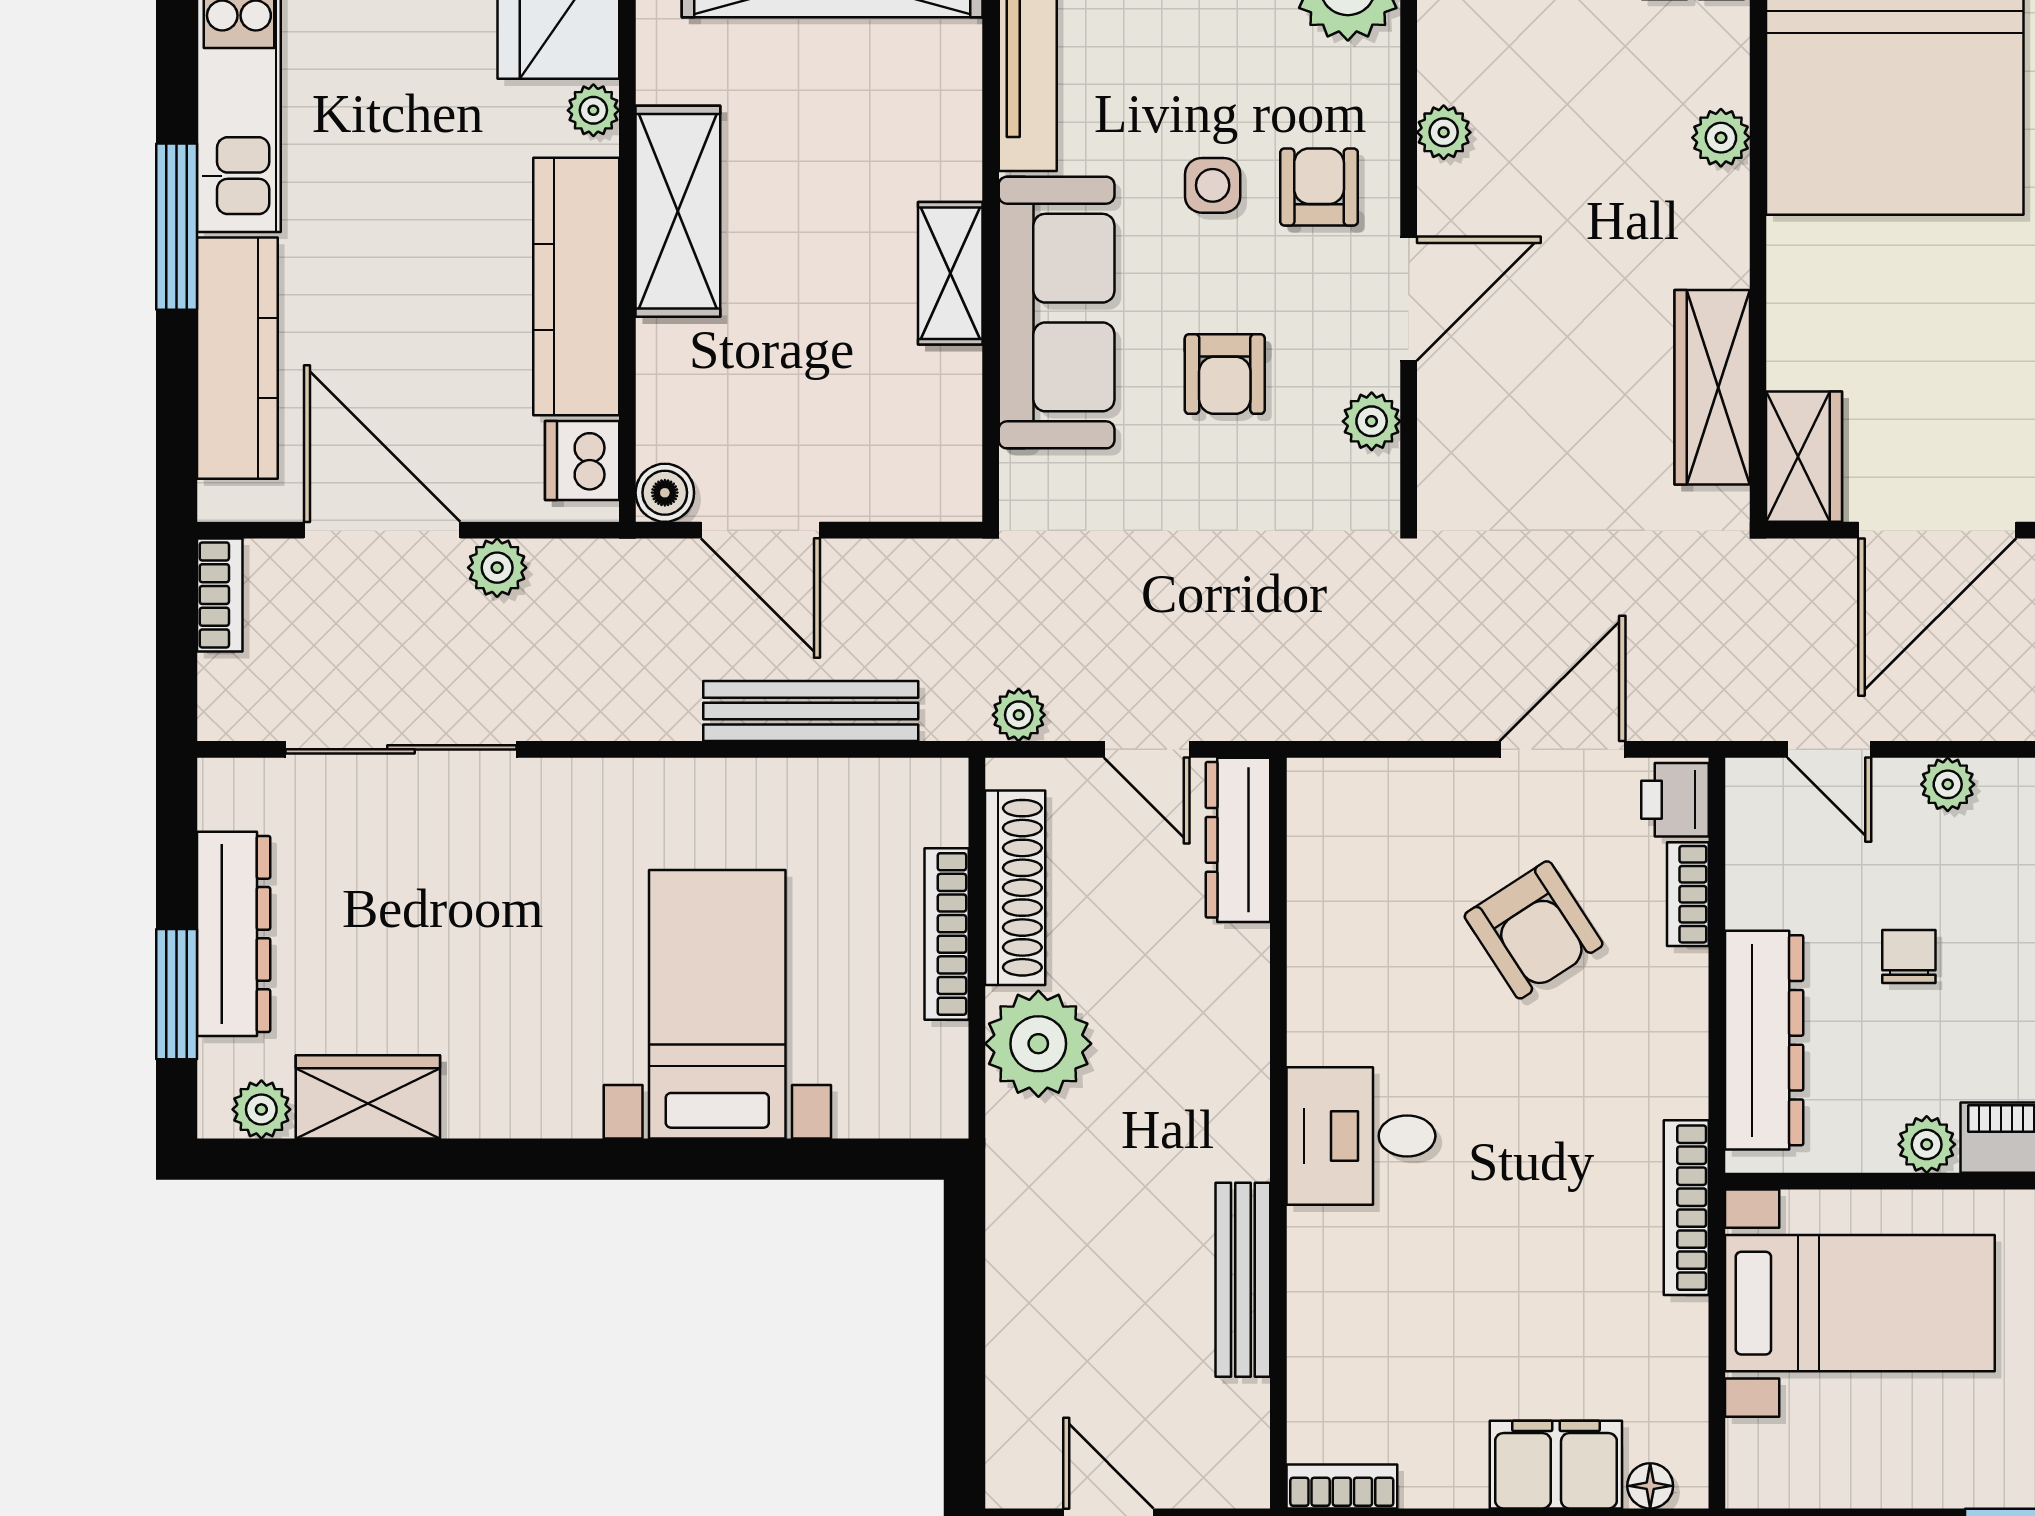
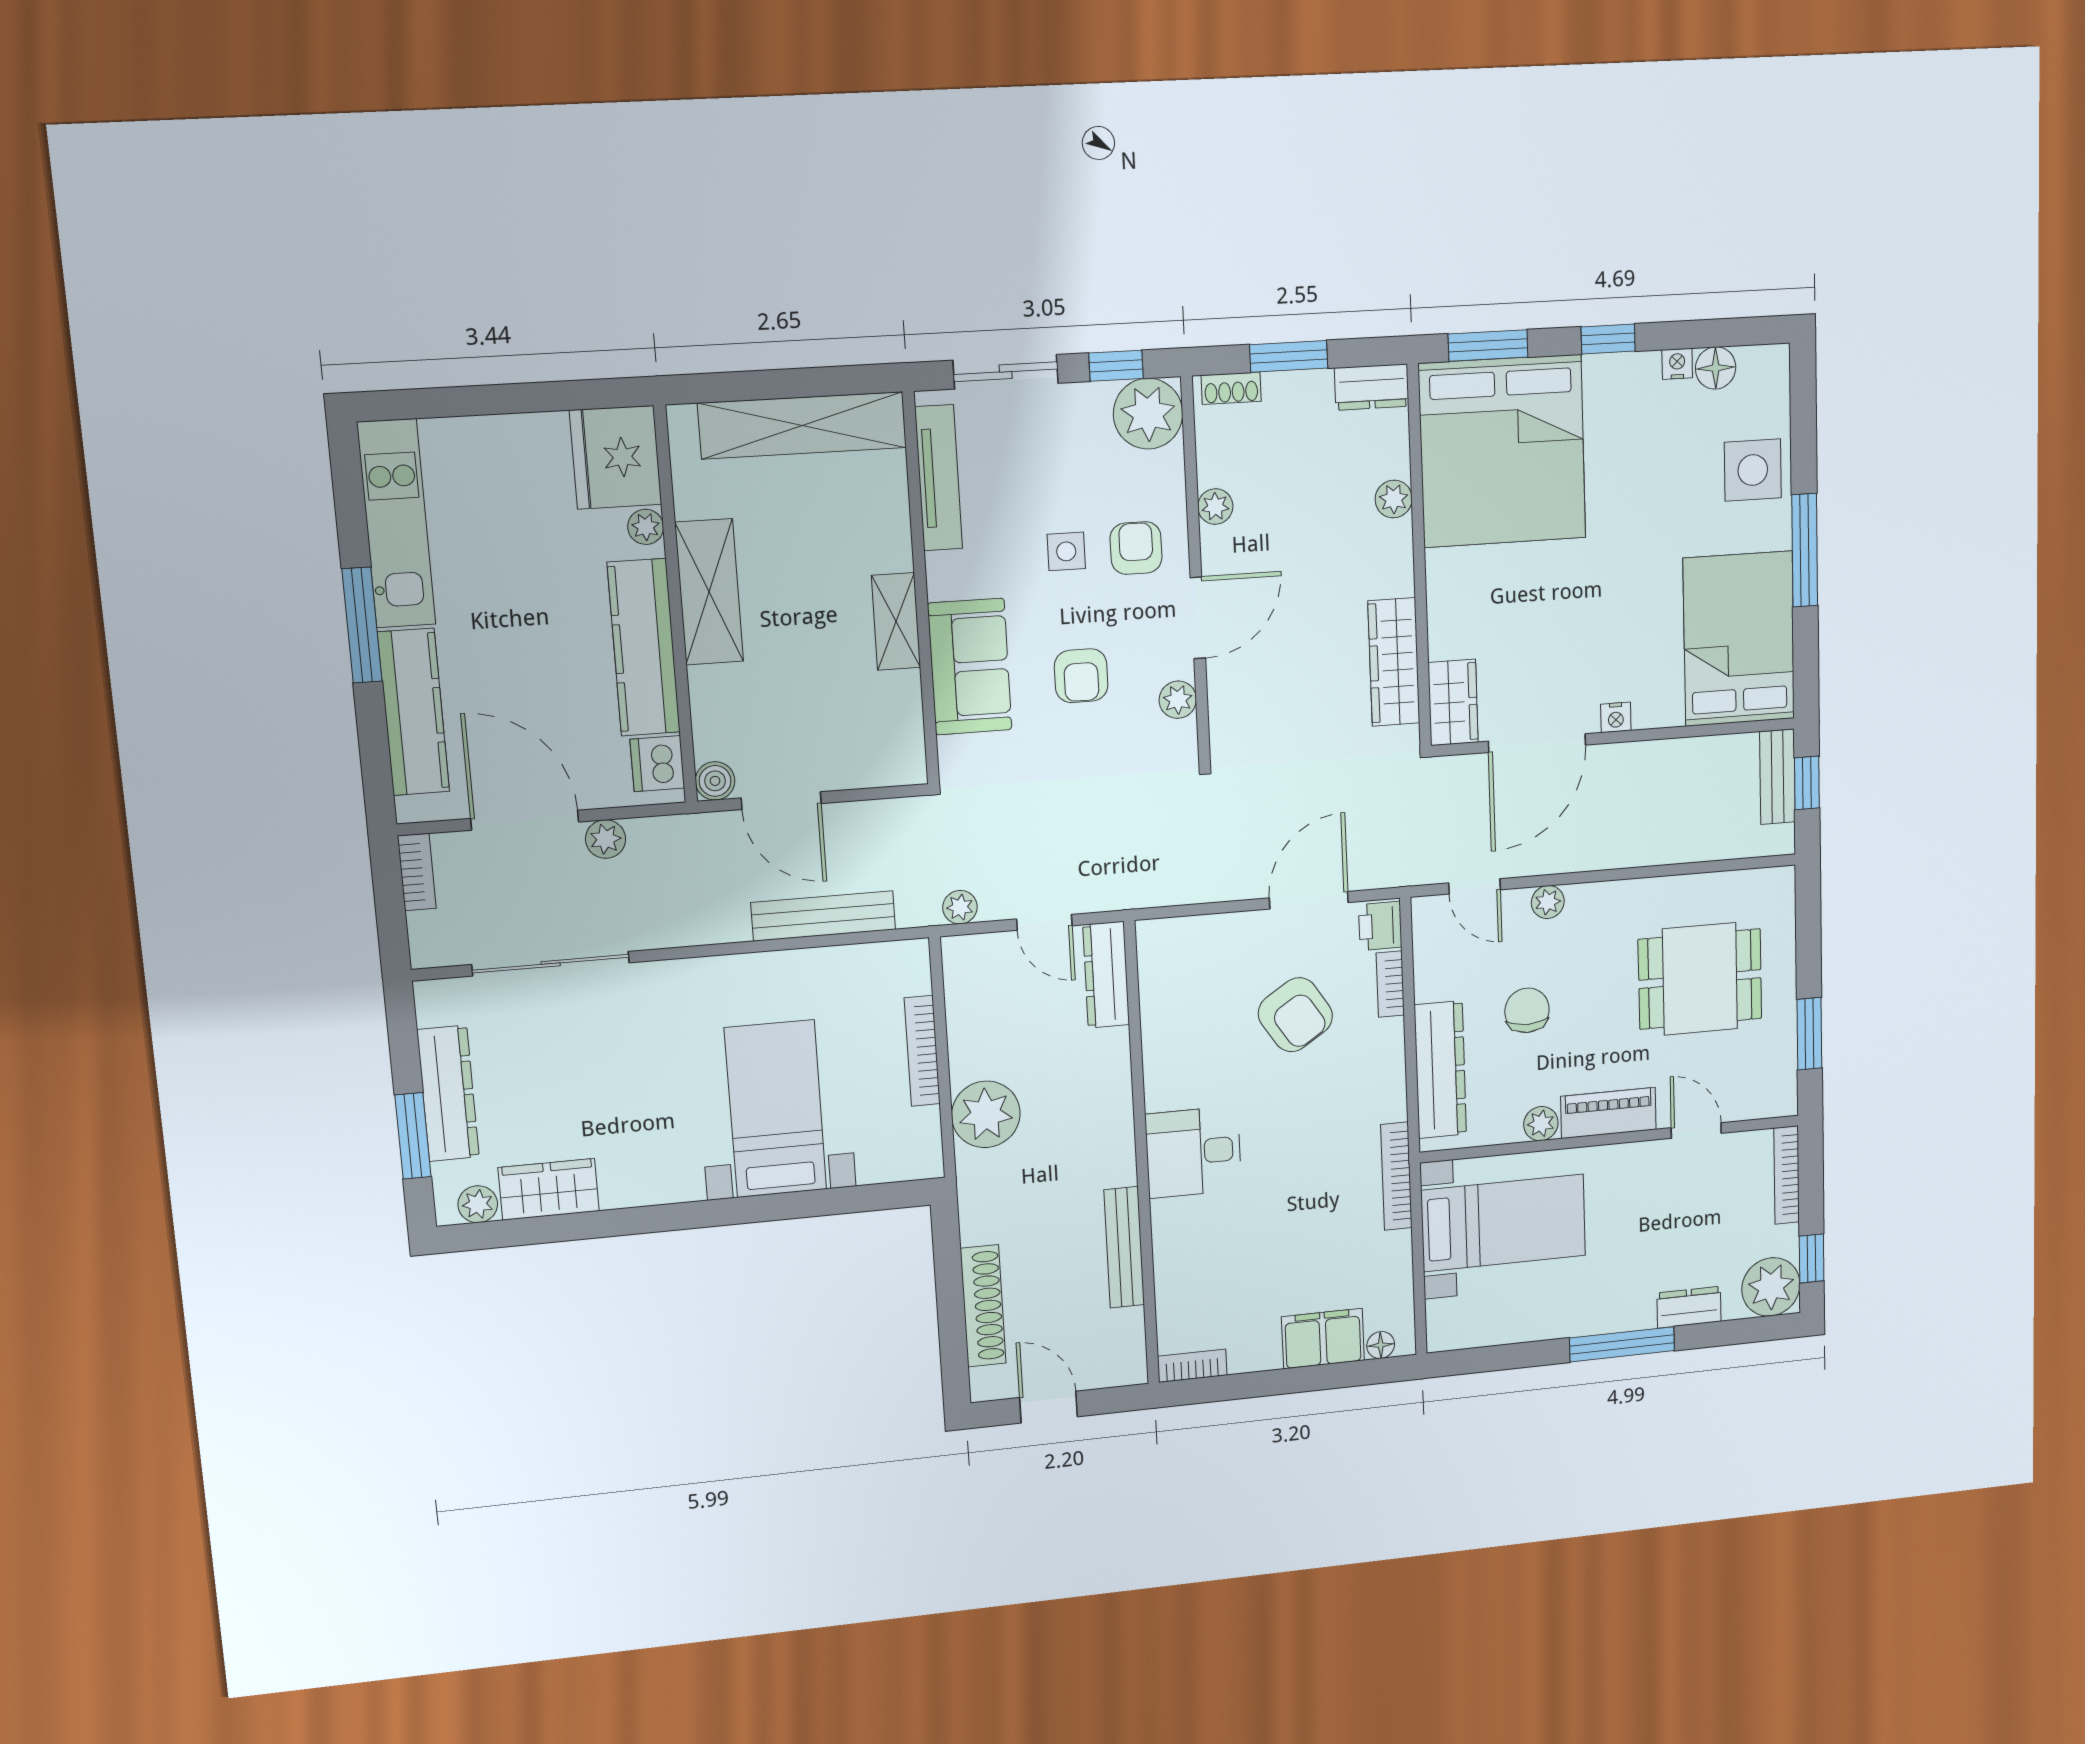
sofa: (1057, 313) -> (970, 667), width x0.73
shoe rack: (1015, 888) -> (983, 1306), moved
chair: (1909, 956) -> (1527, 1010), width x1.37, depth x1.37

